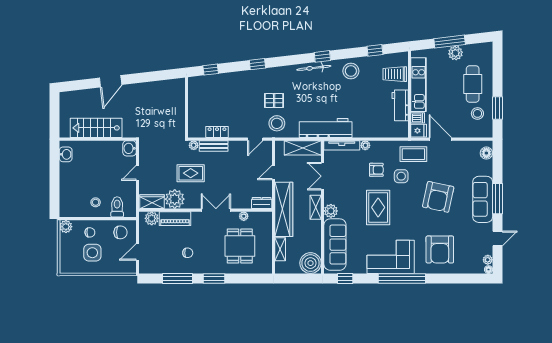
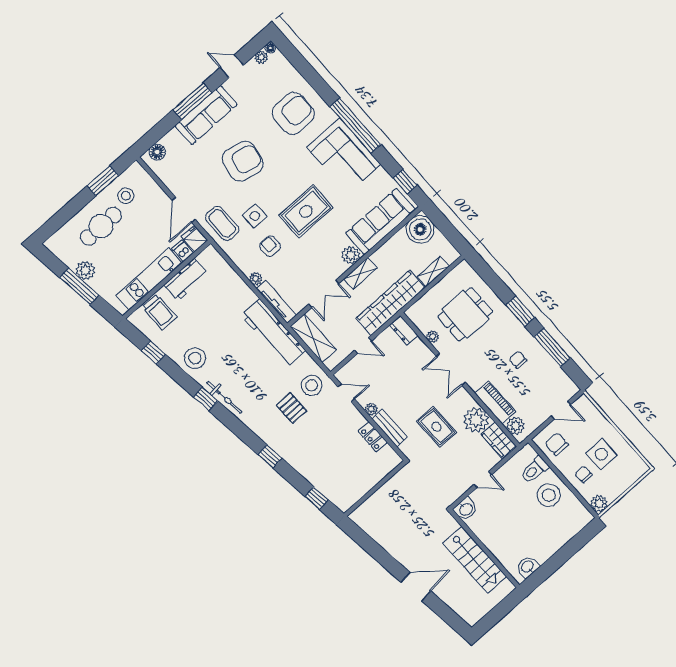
plant: (194, 145) -> (371, 409), moved
stool: (96, 202) -> (549, 495), width x1.89, depth x1.89

